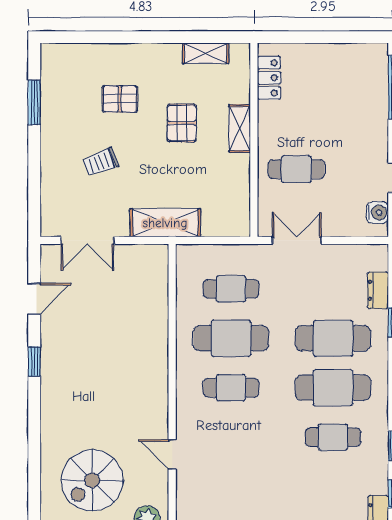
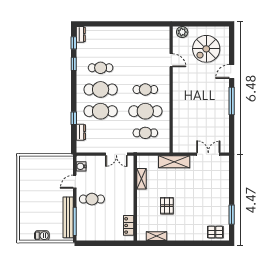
pallet: (120, 99) -> (215, 232), moved
shelving: (240, 129) -> (142, 179), moved
trolley: (101, 162) -> (203, 188), removed
cafe table: (296, 169) -> (92, 199), moved
door: (34, 299) -> (232, 71), moved
window: (34, 362) -> (232, 101), width x2.17
spiral stairs: (92, 480) -> (206, 49), turned 180

